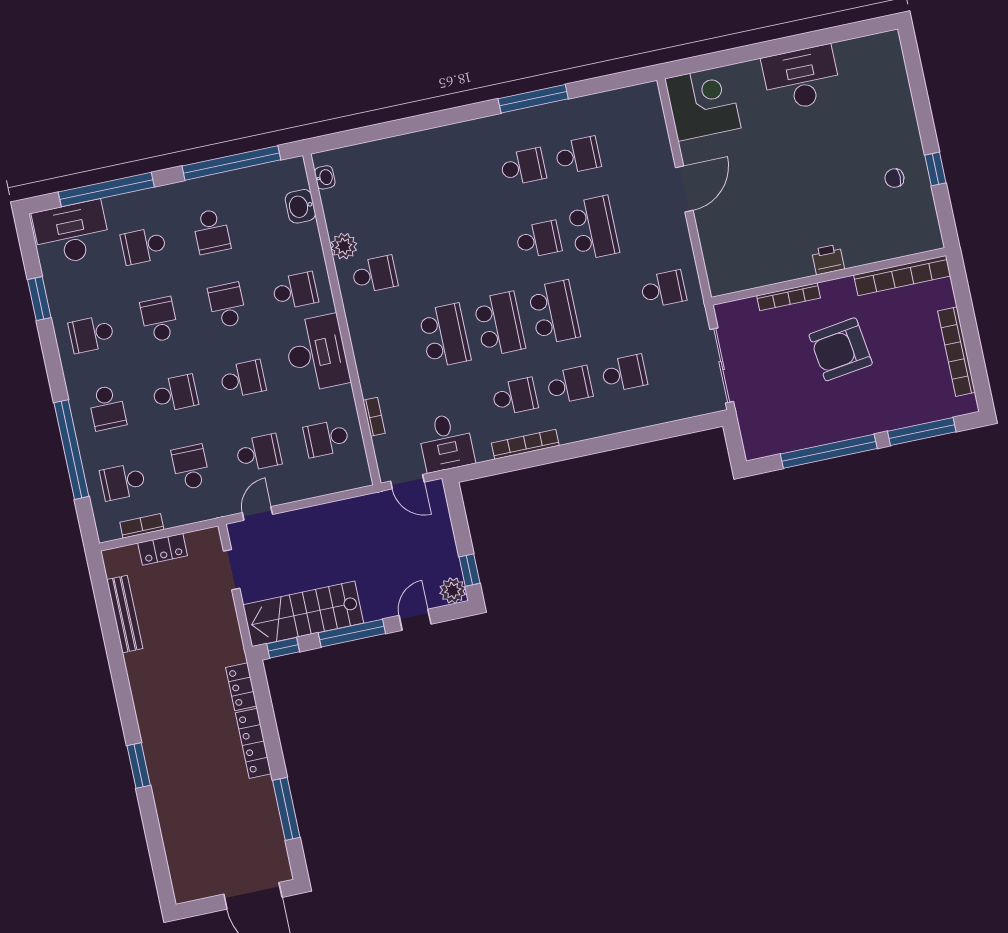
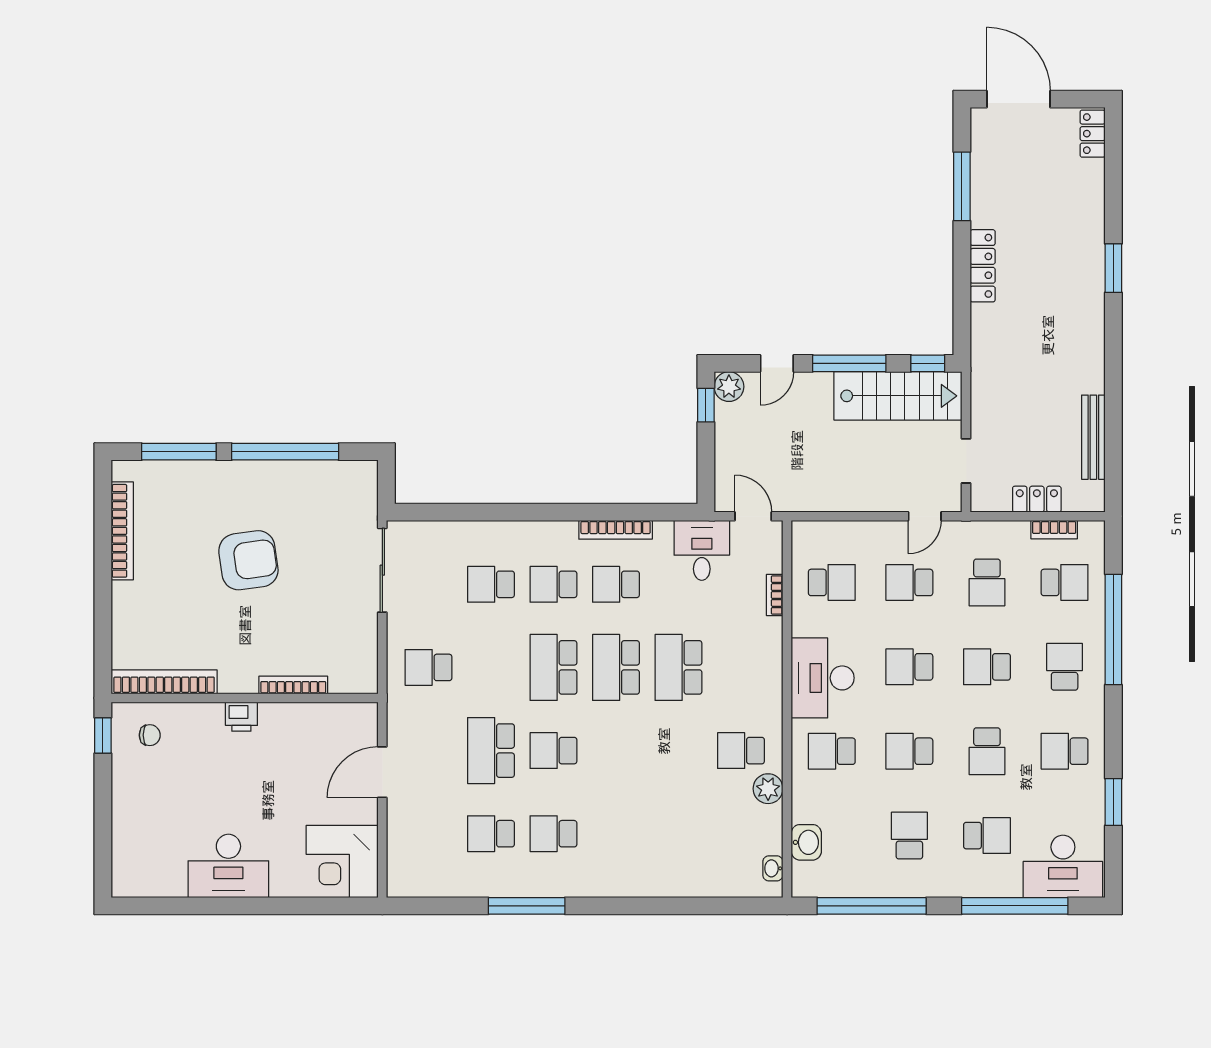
printer: (828, 259) -> (241, 717), moved
bookcase: (902, 275) -> (164, 682), moved
wall: (829, 276) -> (245, 698), moved
bookcase: (789, 297) -> (293, 685), moved
school desk: (227, 305) -> (909, 751), turned 90
school desk: (91, 334) -> (1065, 751), turned 180
locker: (241, 687) -> (1093, 134), moved, turned 180

